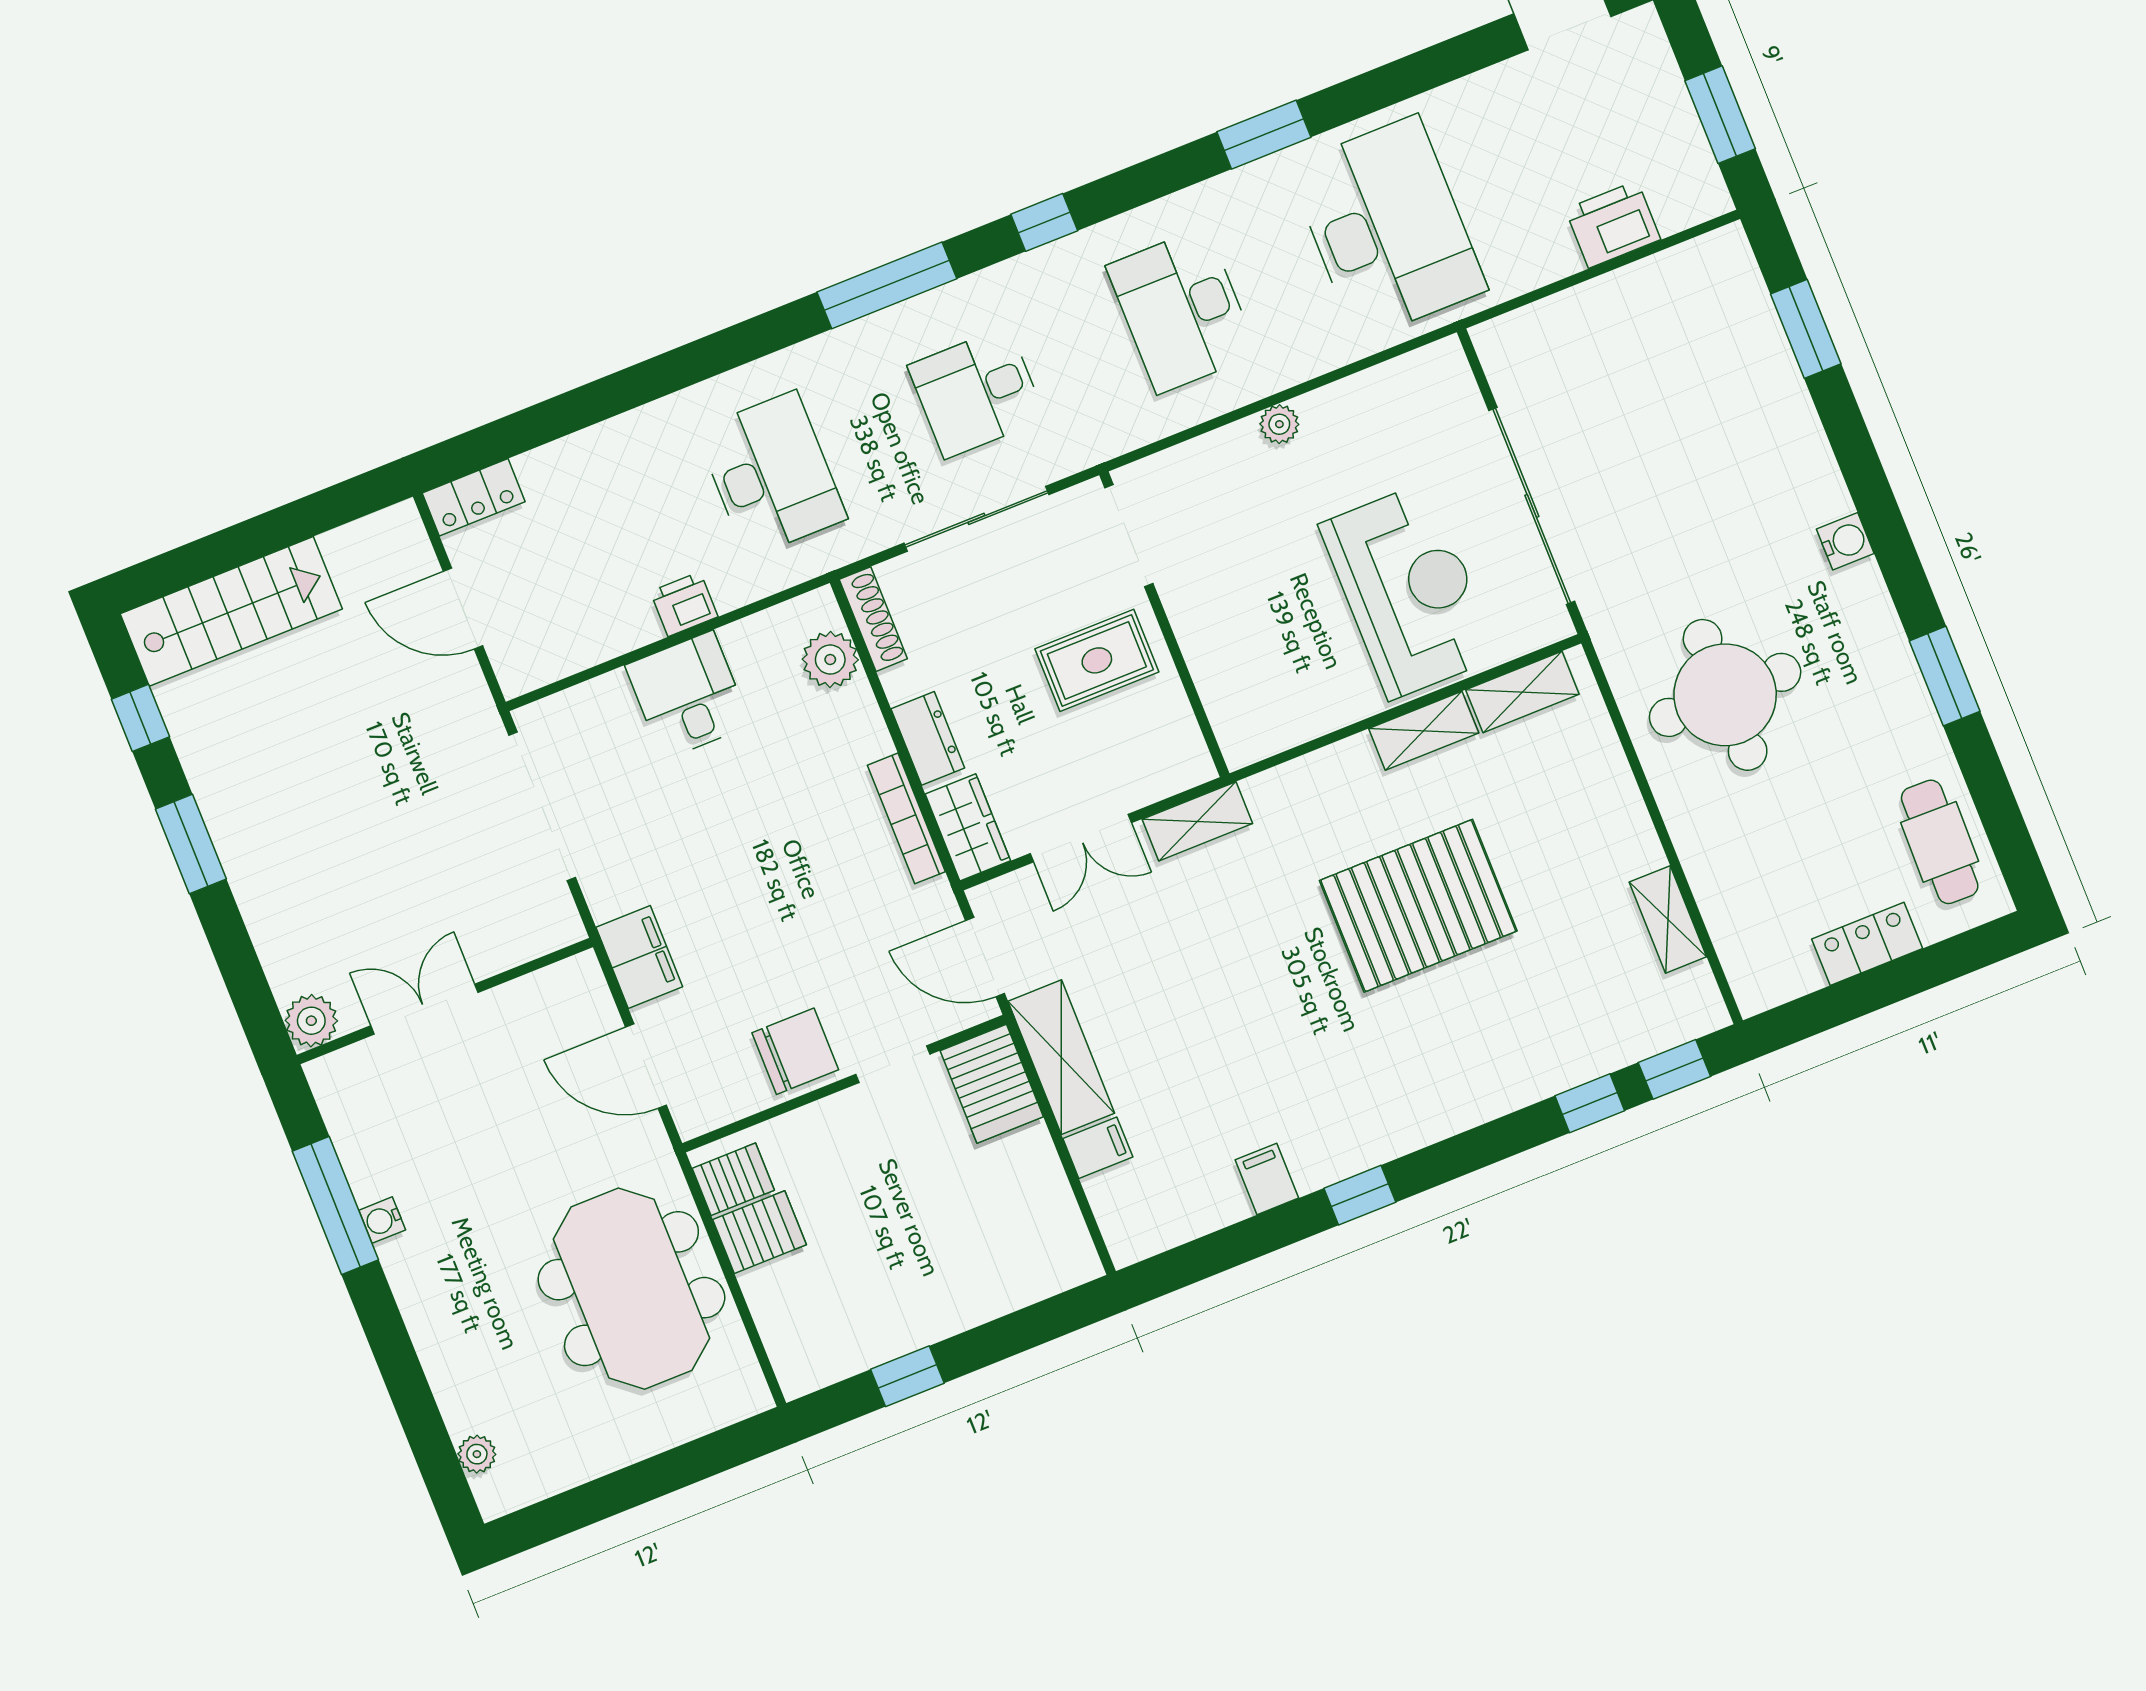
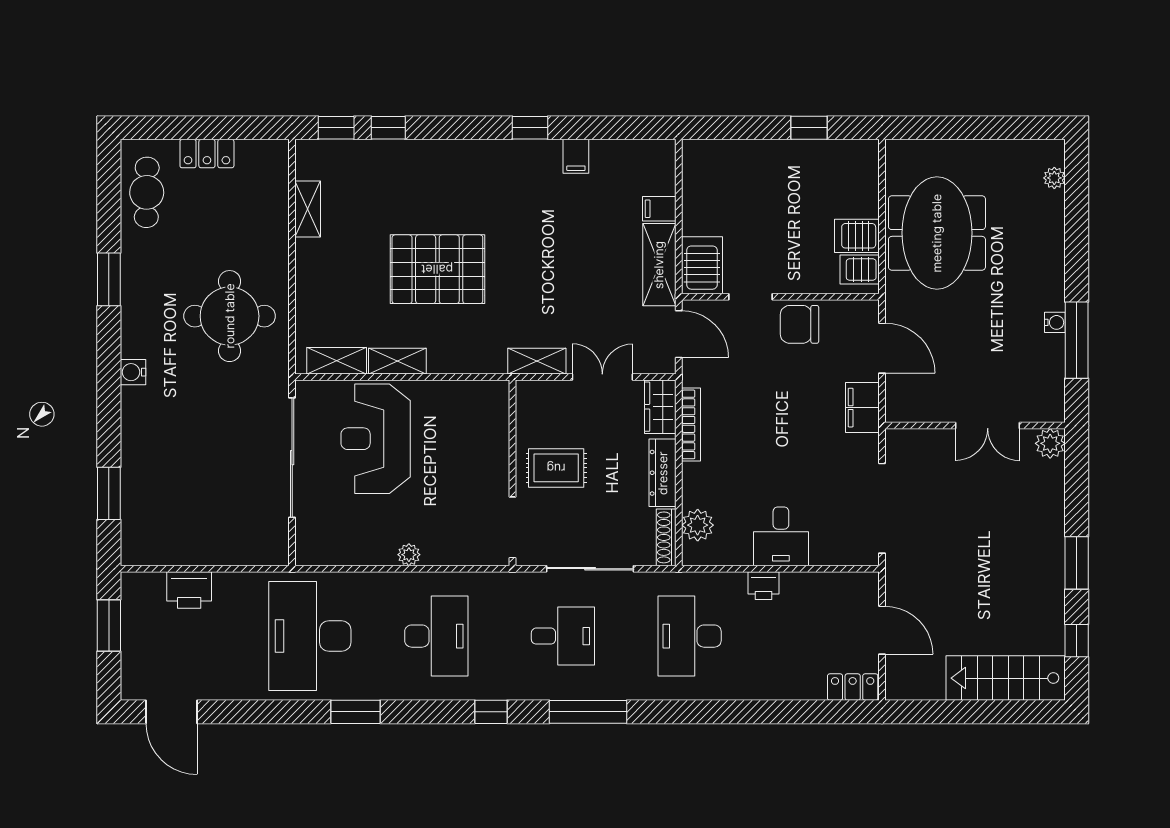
dresser: (928, 738) -> (663, 473), width x1.44

